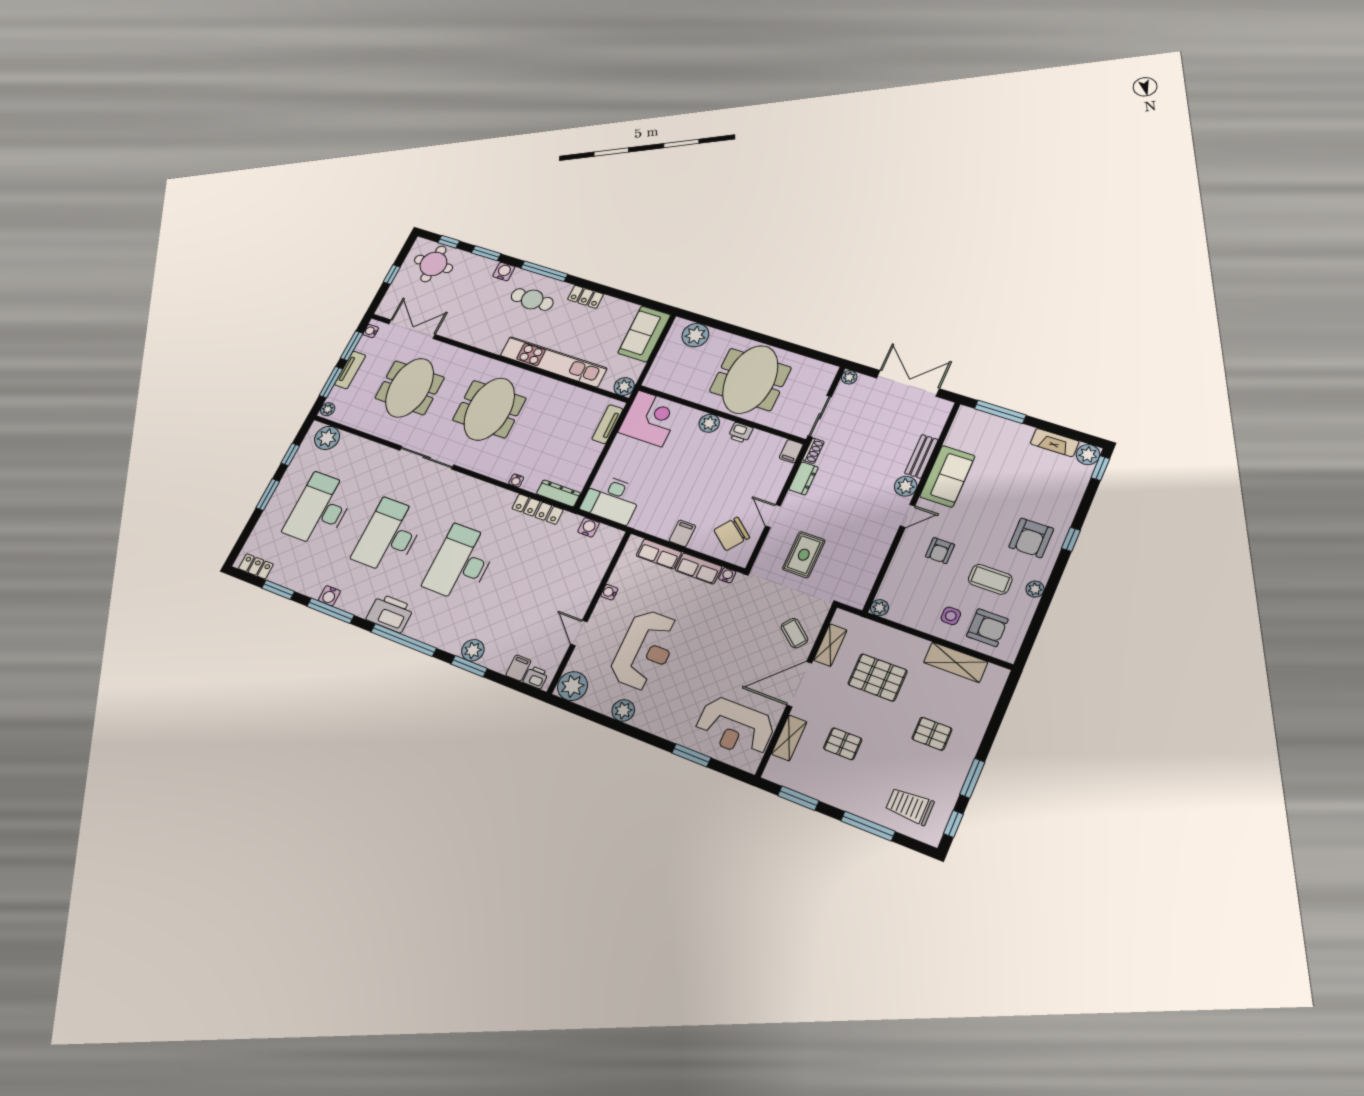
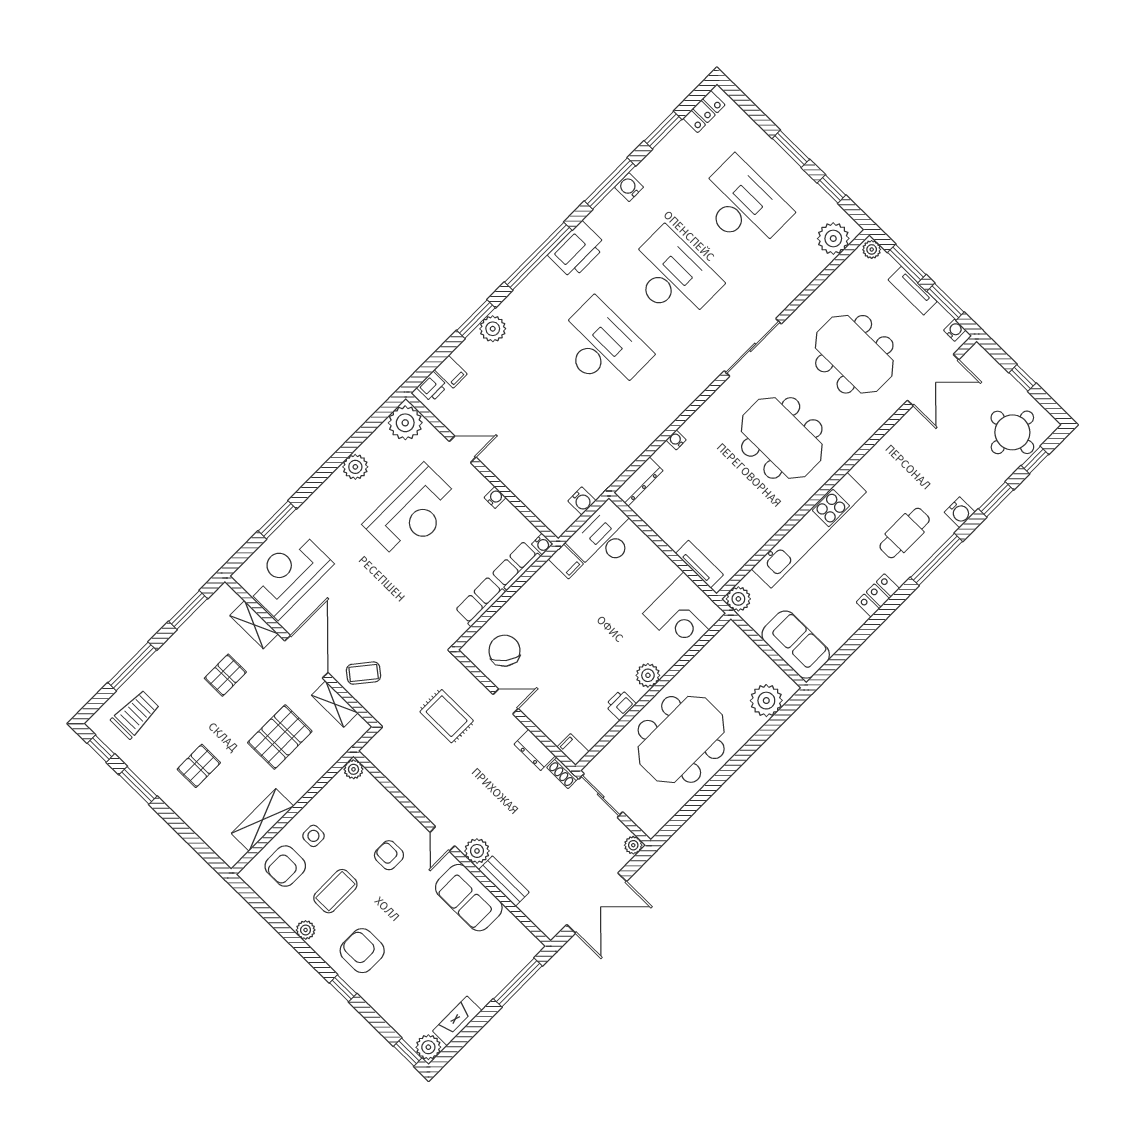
meeting table: (750, 379) -> (681, 739), turned 90
locker: (538, 509) -> (630, 452), removed
filing cabinet: (682, 533) -> (566, 561), moved
water cooler: (727, 575) -> (542, 544), moved
reception desk: (645, 650) -> (412, 513), turned -90

